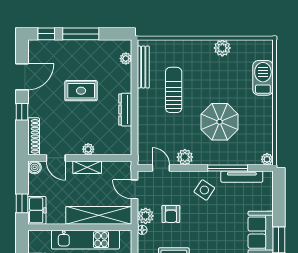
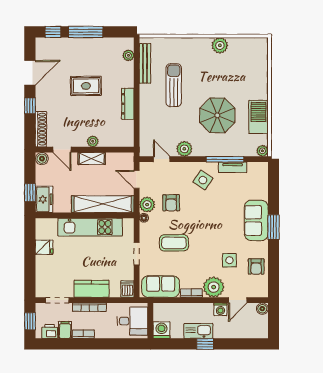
barbecue: (263, 78) -> (258, 117), moved
tv unit: (242, 177) -> (233, 167), width x0.71

